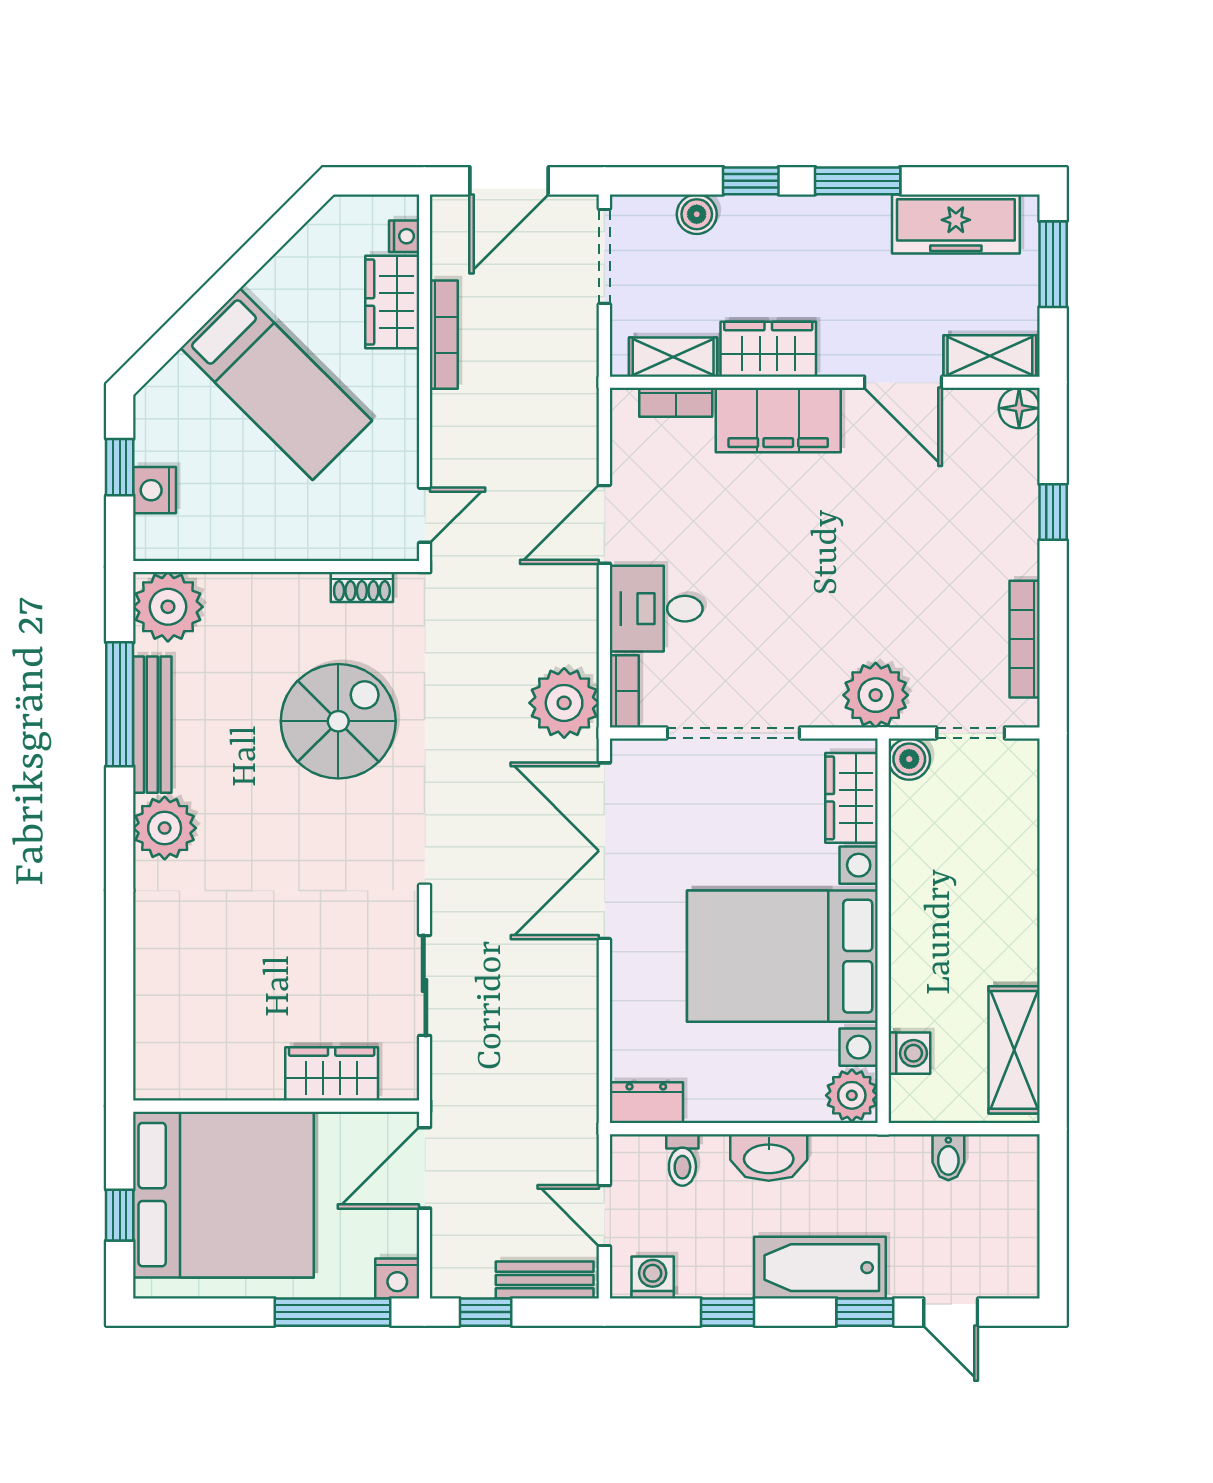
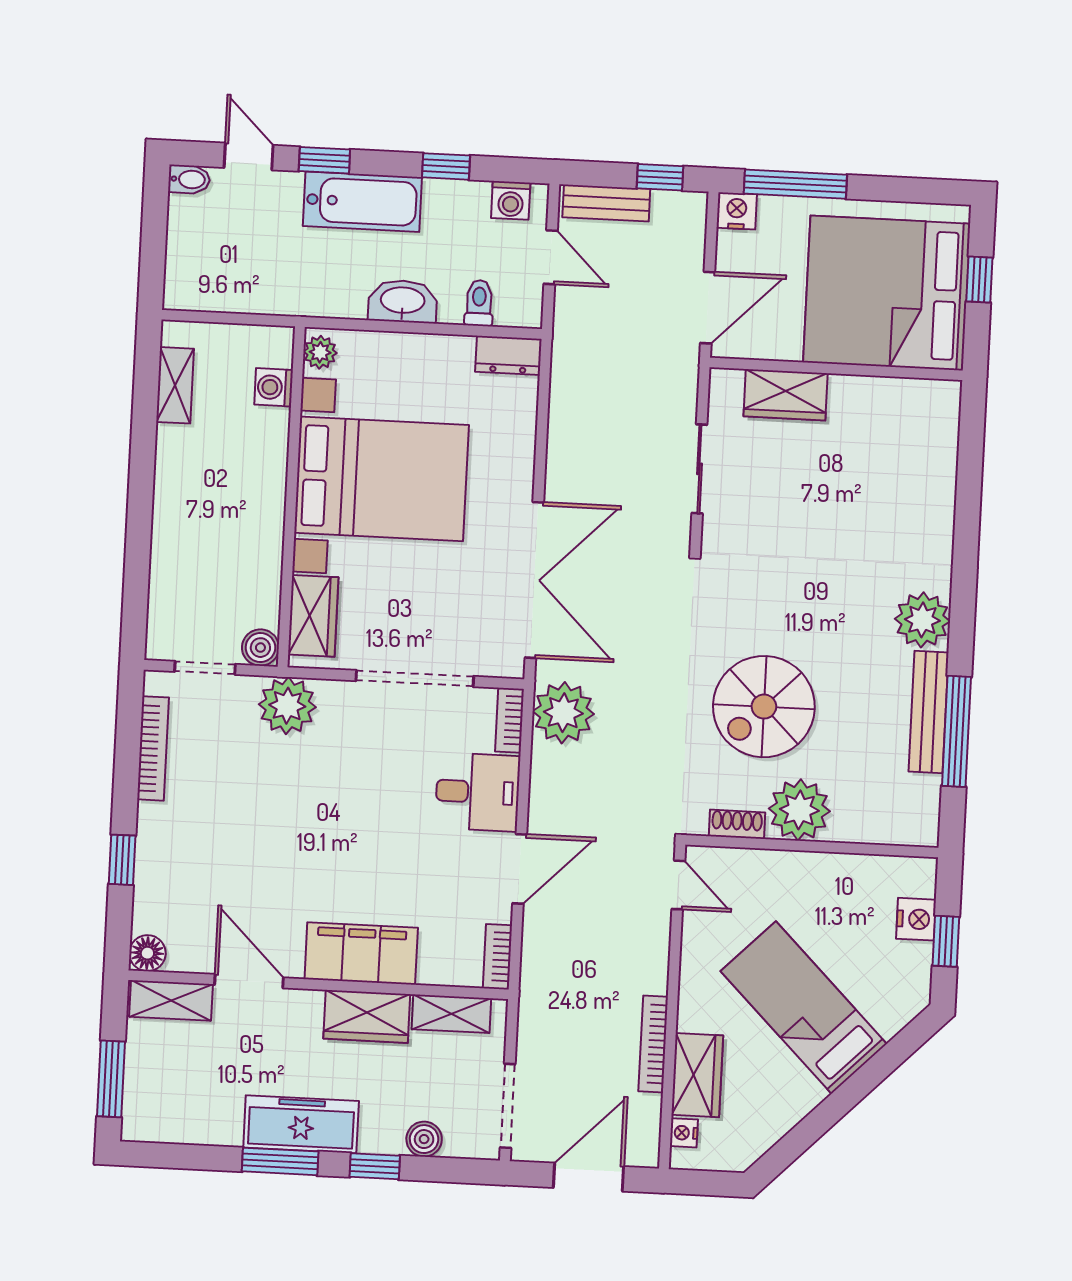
freezer: (956, 224) -> (301, 1124), moved
bookcase: (676, 402) -> (497, 957), moved, turned -90
door: (425, 515) -> (678, 885), swing flipped
plant: (168, 607) -> (799, 810), moved
shelving: (1014, 1050) -> (175, 385), width x0.67, depth x0.75
plant: (852, 1095) -> (320, 352), width x0.73, depth x0.73
bidet: (948, 1157) -> (189, 179), moved, turned 90

